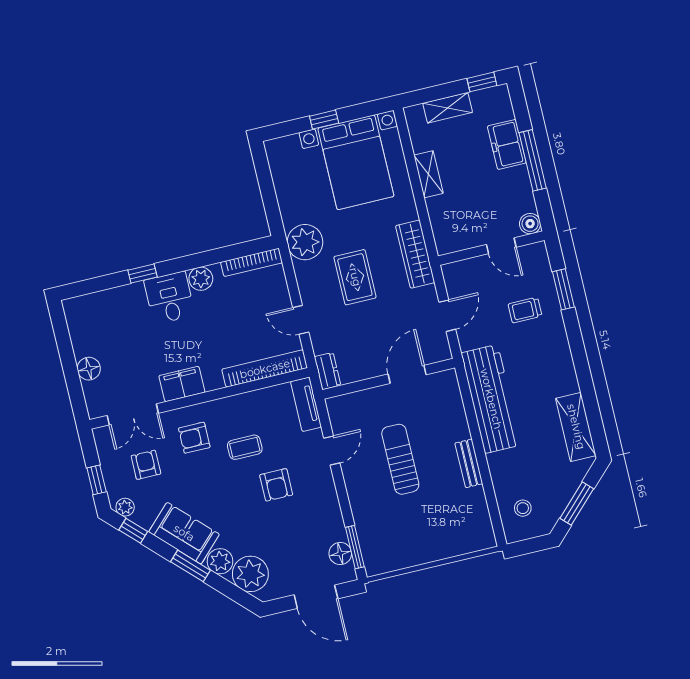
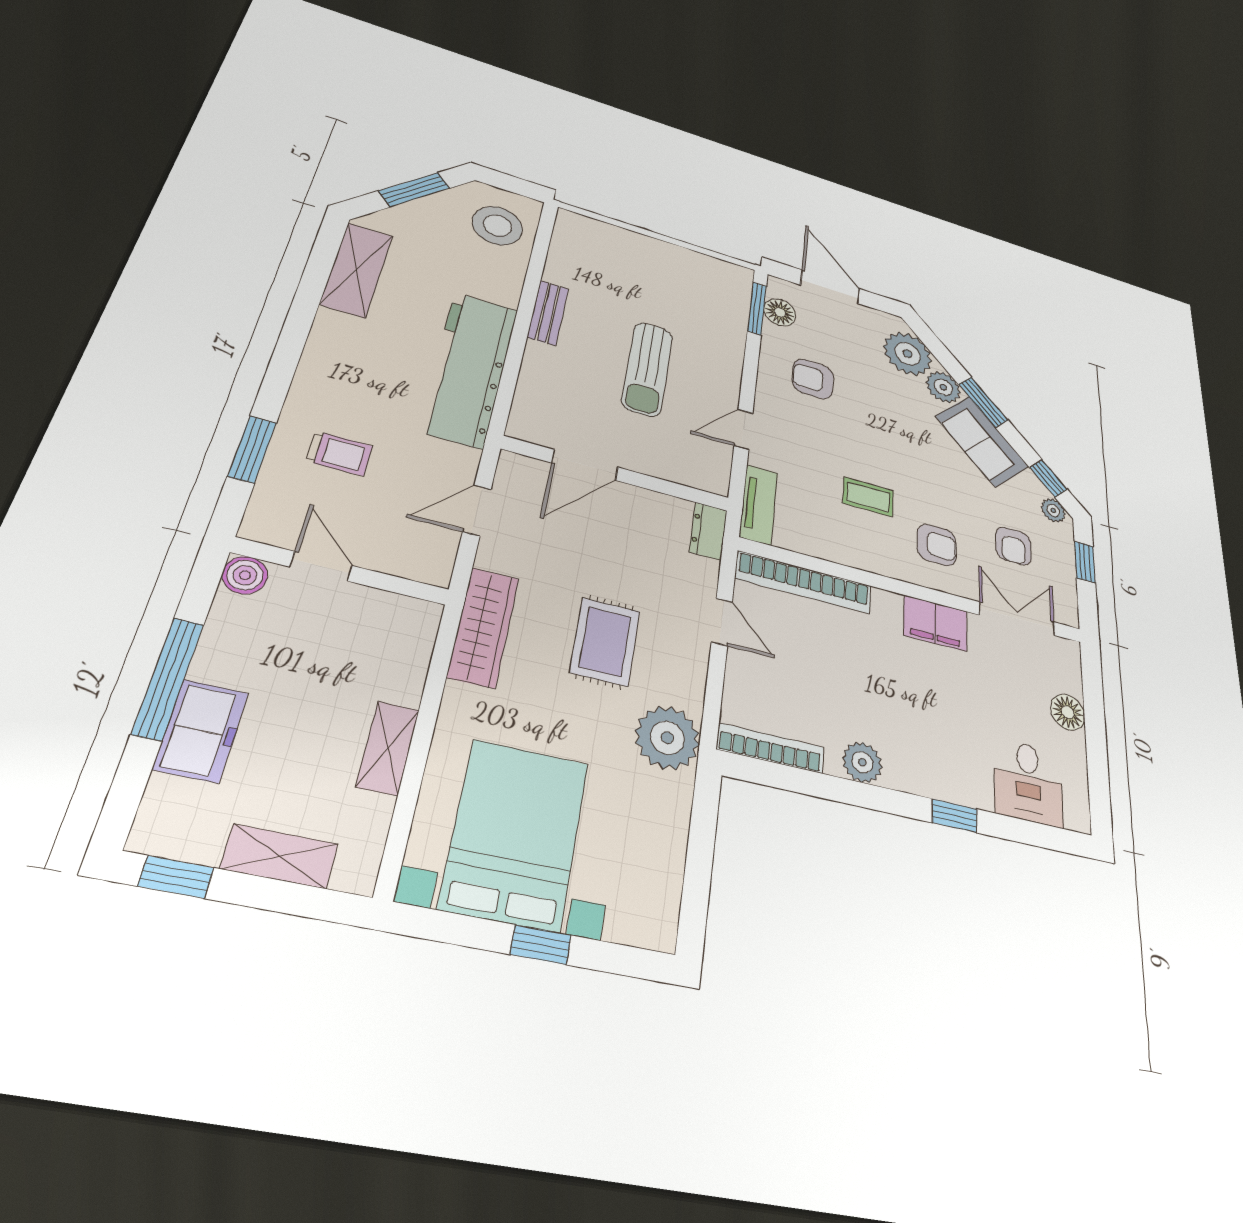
desk: (169, 298) -> (1028, 782), moved
armchair: (276, 485) -> (813, 379), moved, turned -90
stool: (523, 508) -> (497, 226), width x1.89, depth x1.89

